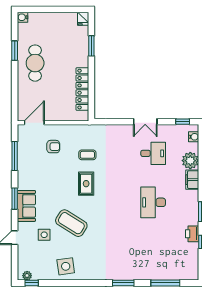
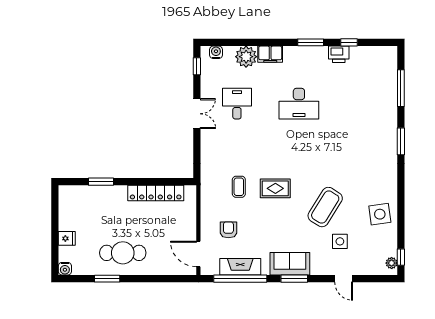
fridge: (83, 19) -> (67, 238), moved
window: (15, 156) -> (240, 279), width x1.46
fireplace: (24, 156) -> (240, 267), added
sofa: (26, 206) -> (290, 264), moved

